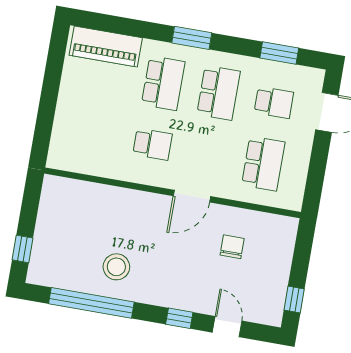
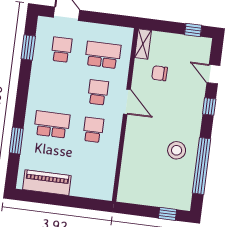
window: (192, 38) -> (16, 141), moved
piano: (106, 47) -> (47, 183), moved, turned -90
school desk: (218, 93) -> (98, 92), moved, width x0.54
shelving: (277, 224) -> (143, 44), added
door: (227, 327) -> (213, 74), hinge flipped

